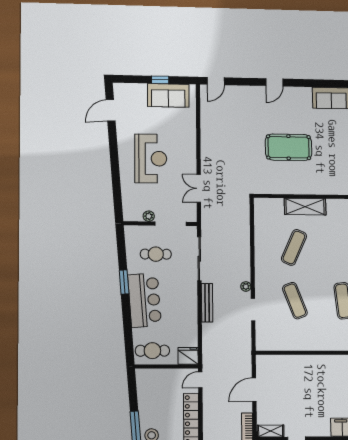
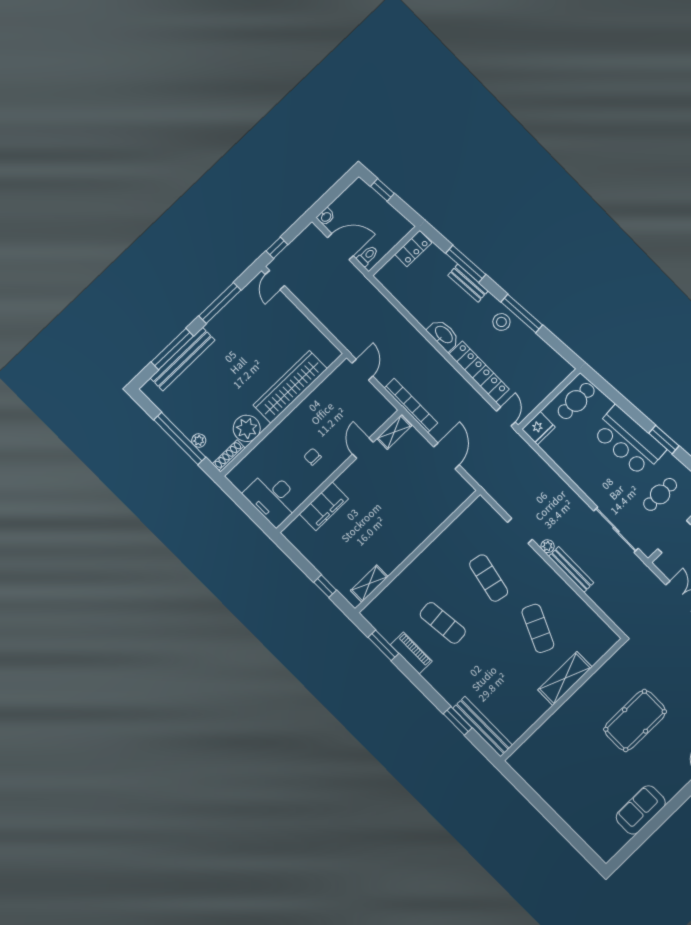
exercise mat: (295, 301) -> (489, 578), turned 33
bench: (207, 303) -> (571, 570), moved

